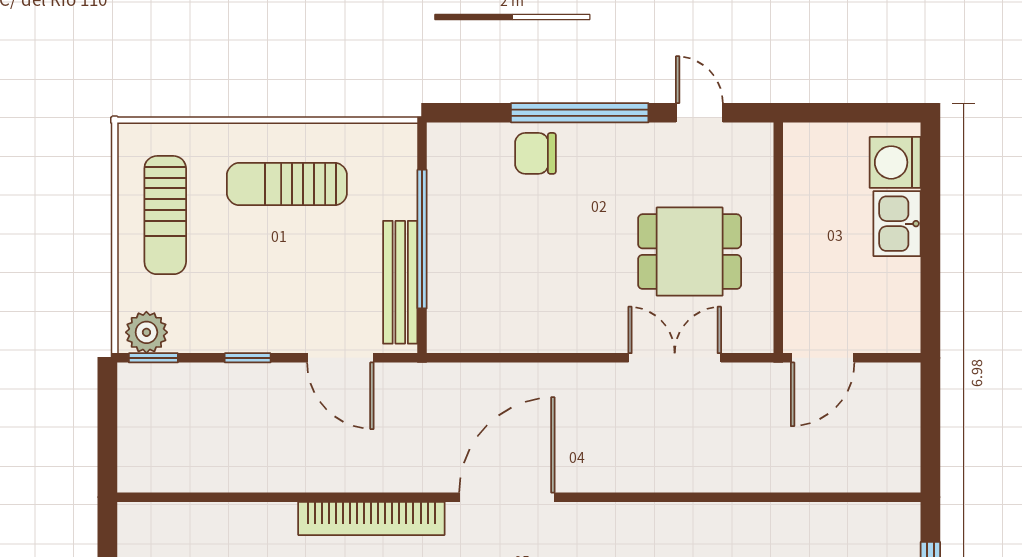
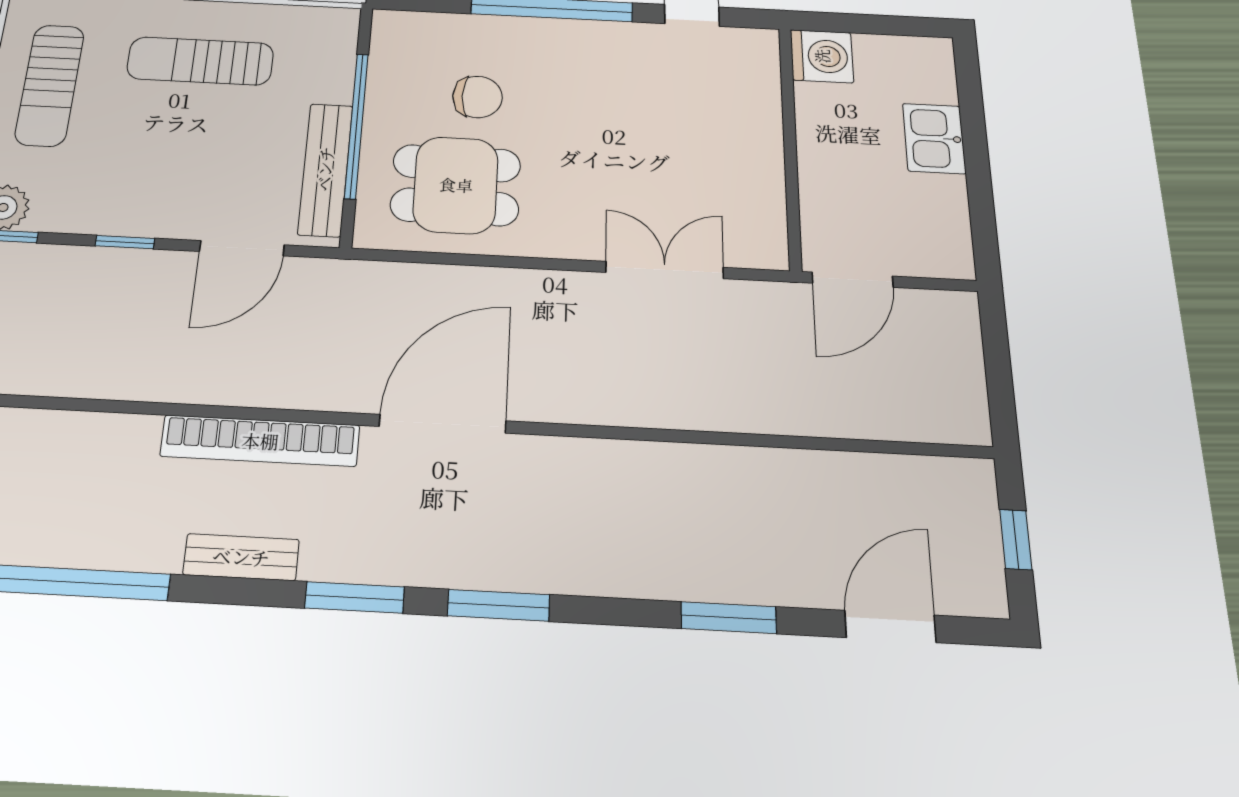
chair: (536, 153) -> (478, 97), moved, turned 180
washing machine: (895, 162) -> (822, 56), moved, turned 180
dining table: (690, 252) -> (456, 185), moved
door: (340, 358) -> (242, 248), hinge flipped

